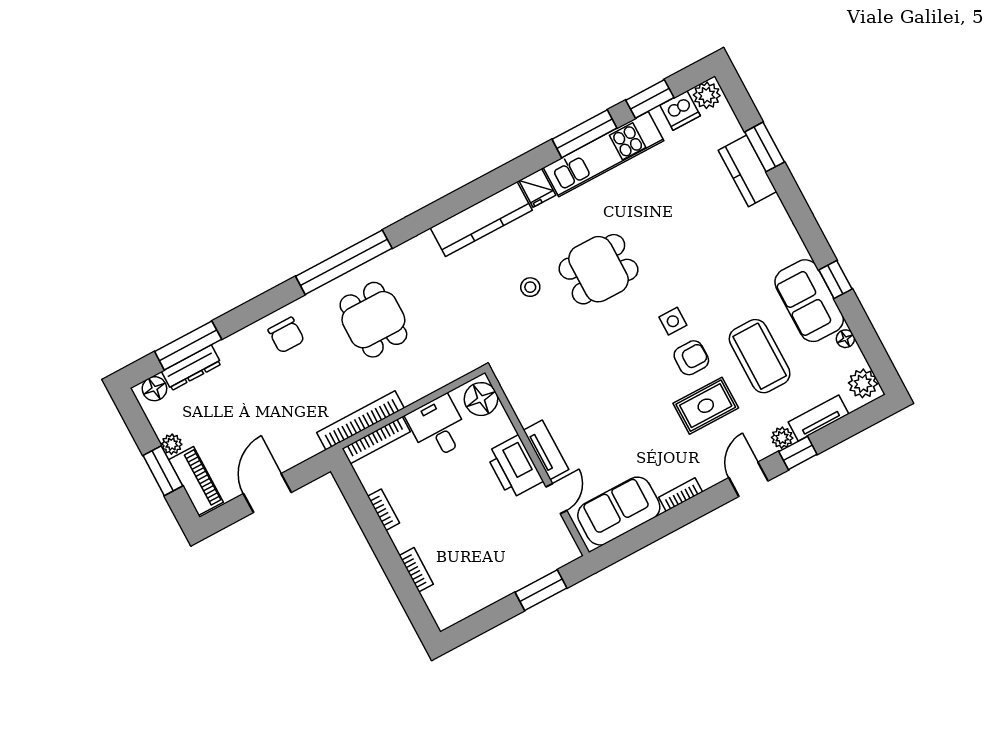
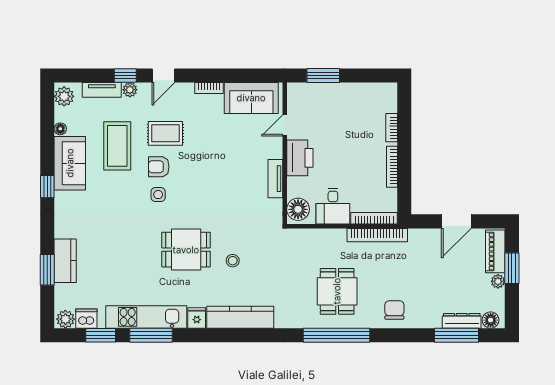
window: (835, 280) -> (47, 187), moved
tv unit: (546, 450) -> (275, 179), moved
bookcase: (384, 510) -> (392, 167), width x1.56

